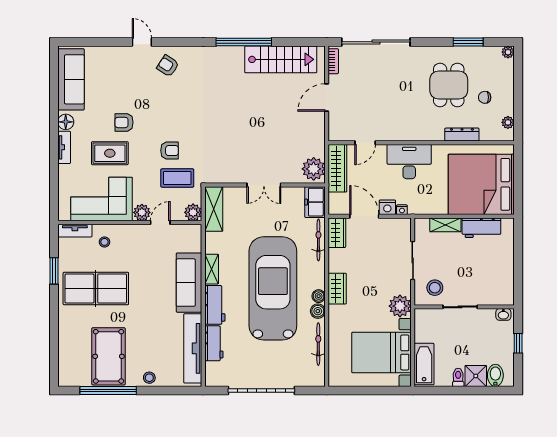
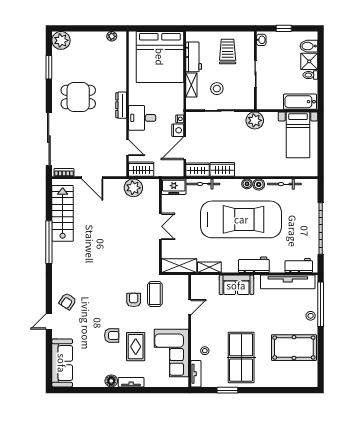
plant: (508, 52) -> (61, 40), width x1.88, depth x1.88
sofa: (71, 79) -> (62, 363), moved, turned 90
dining table: (449, 85) -> (78, 97), moved
chair: (485, 97) -> (92, 54), removed
armchair: (124, 122) -> (112, 335), turned -90
dresser: (462, 135) -> (121, 105), moved
desk: (409, 162) -> (142, 118), width x0.73
wardrobe: (337, 168) -> (141, 169), width x0.67
plant: (314, 169) -> (133, 188), moved
plant: (142, 212) -> (182, 322), removed
plant: (193, 212) -> (182, 282), removed
door: (160, 222) -> (190, 307), swing flipped
shelving: (212, 269) -> (209, 267), moved
trolley: (488, 271) -> (228, 51), added
sofa: (189, 283) -> (236, 285), width x0.73
car: (273, 288) -> (241, 219), turned 180
stool: (435, 288) -> (217, 89), moved
wardrobe: (337, 289) -> (222, 169), moved
workbench: (214, 343) -> (299, 265), moved
bed with nightstands: (381, 352) -> (298, 135), width x0.73
window: (108, 390) -> (321, 304), moved

